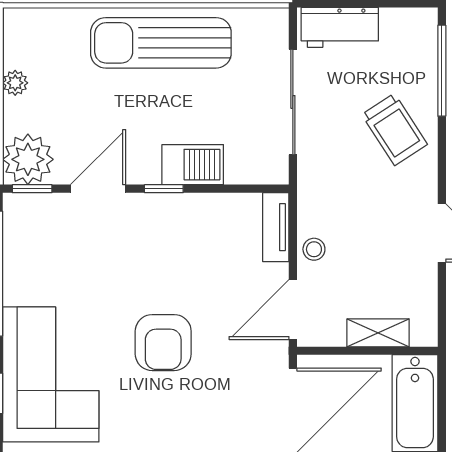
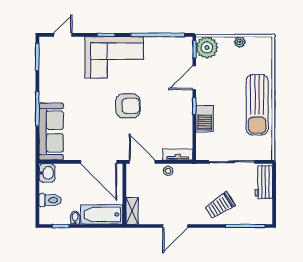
sun lounger: (161, 43) -> (257, 105), turned 180
door: (98, 189) -> (194, 78), swing flipped
shelving: (378, 333) -> (132, 211), moved
armchair: (163, 343) -> (128, 106), turned 180

